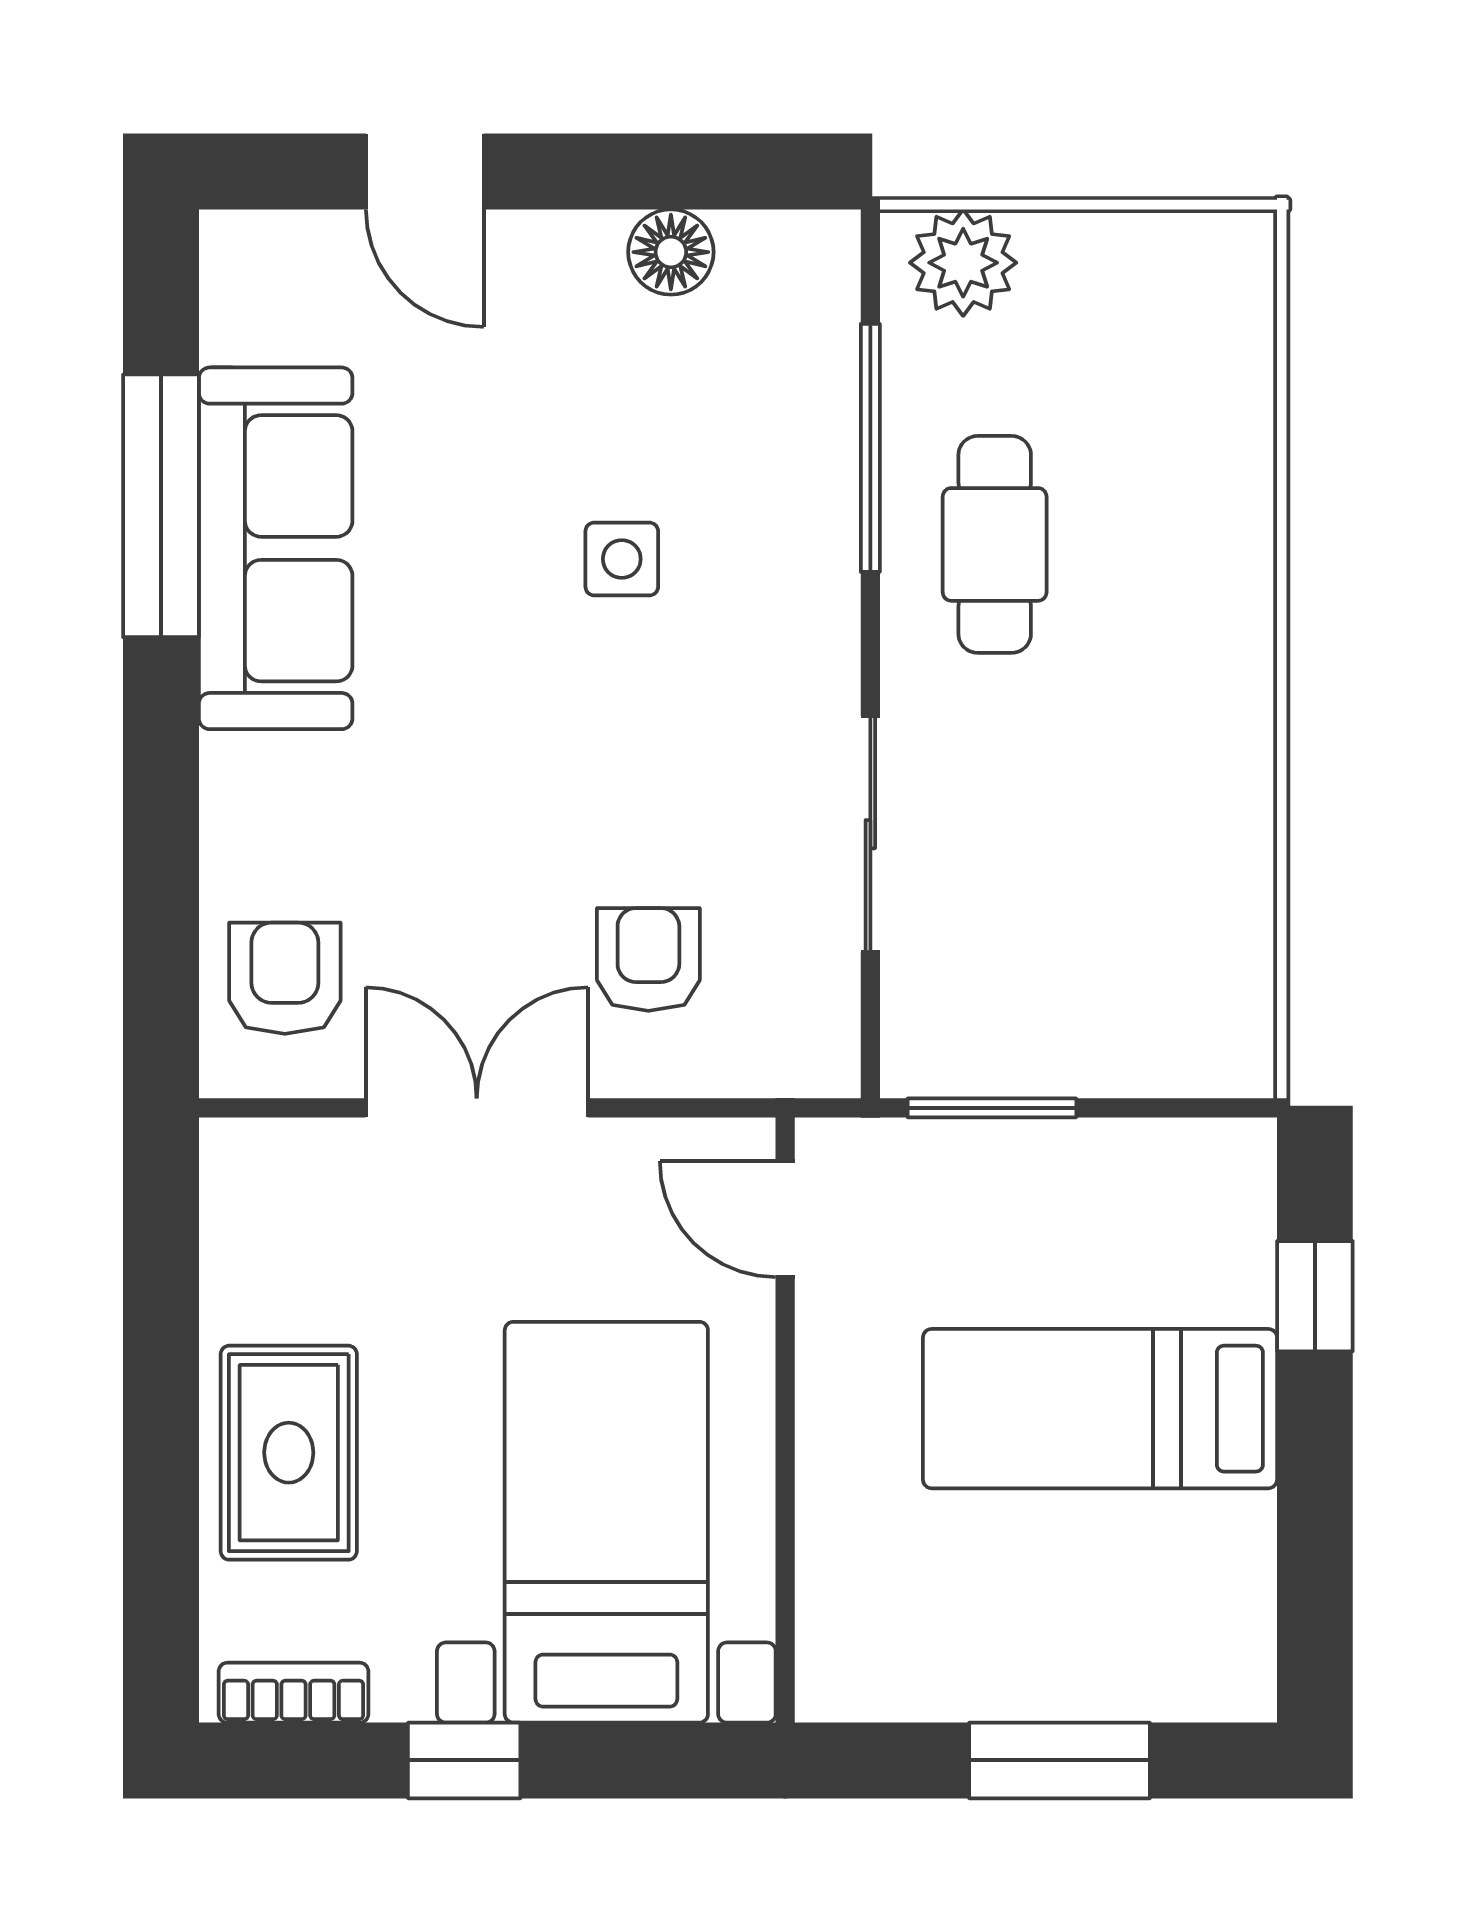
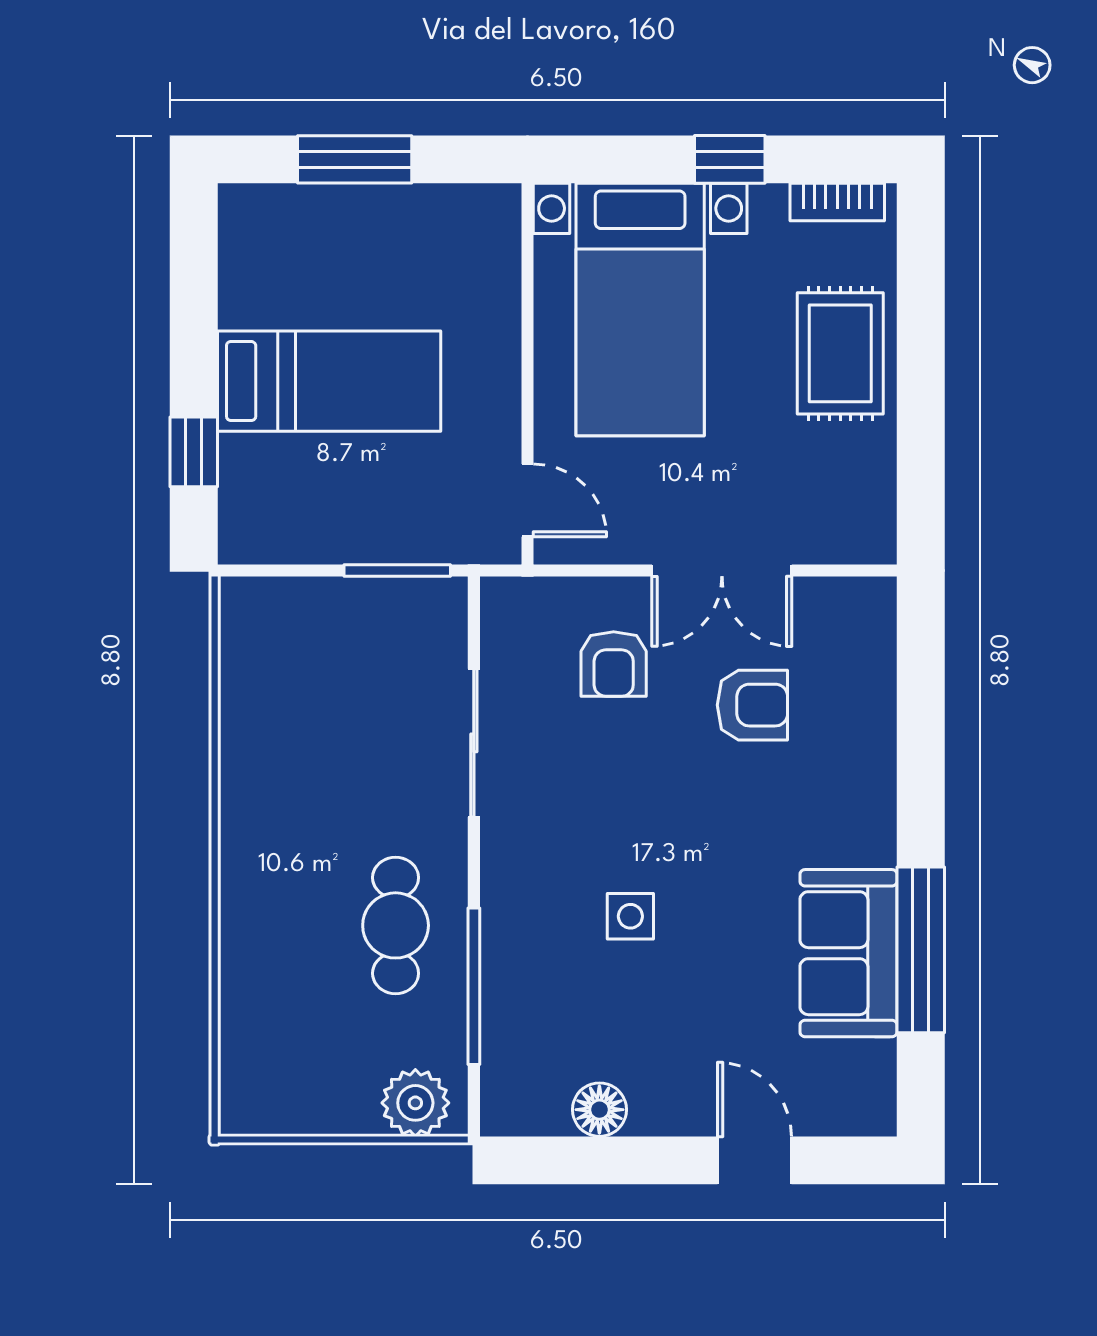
sofa: (276, 548) -> (848, 953), width x0.73
armchair: (285, 978) -> (752, 705), moved, turned -90

